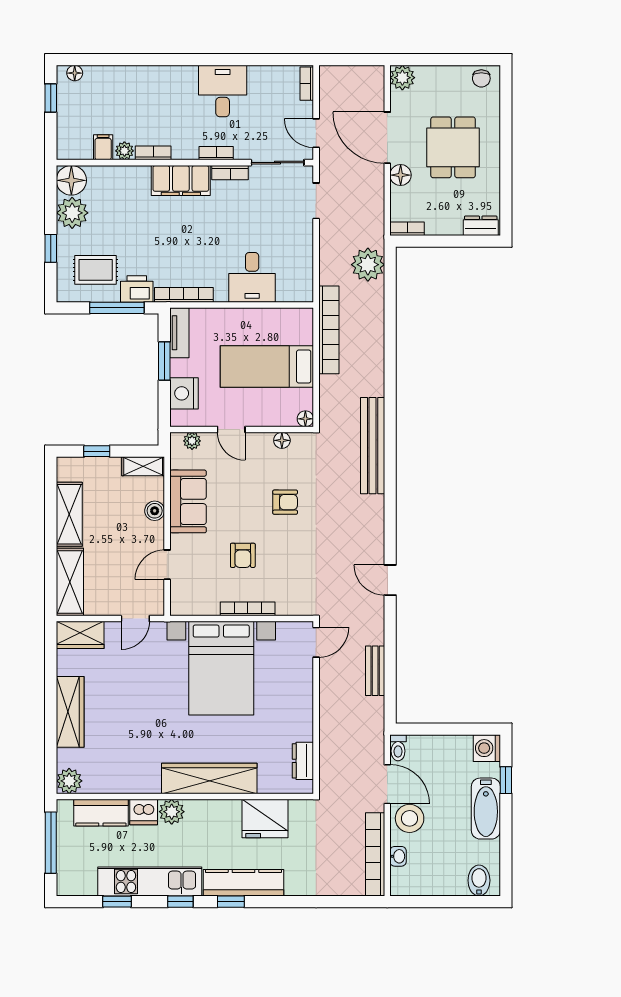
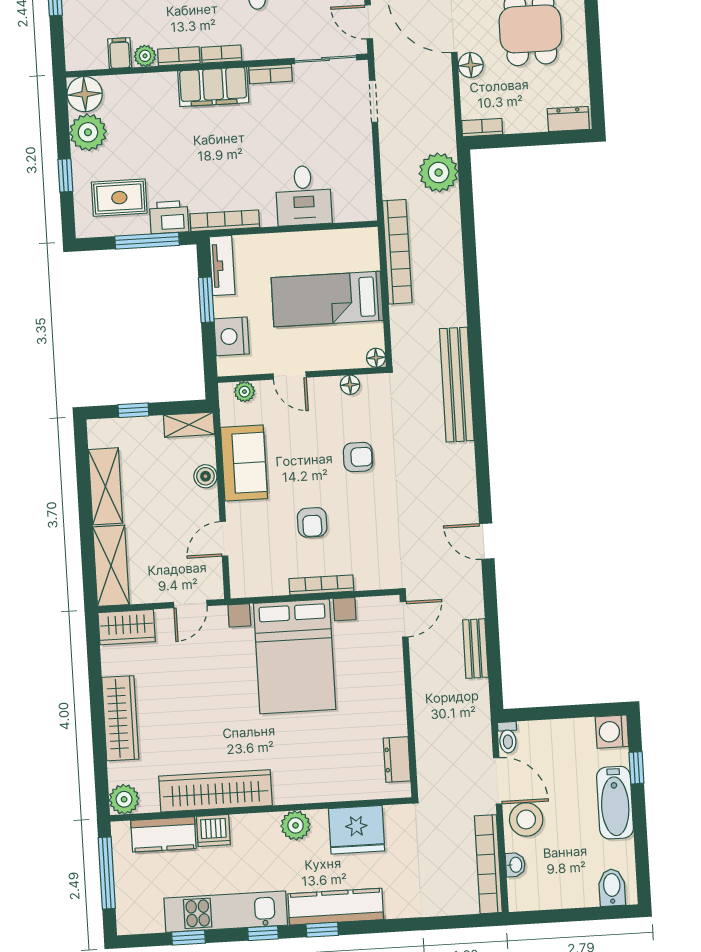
bookcase: (216, 153) -> (222, 54), moved
wardrobe: (209, 778) -> (215, 791), moved
plant: (172, 812) -> (296, 825), moved

